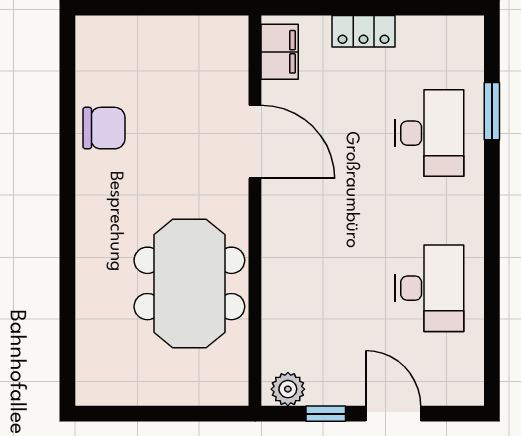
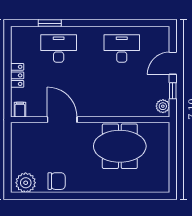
plant: (100, 52) -> (26, 183), added
filing cabinet: (280, 52) -> (20, 110), width x0.50
chair: (104, 128) -> (57, 181), turned 90
door: (255, 142) -> (62, 120), hinge flipped

